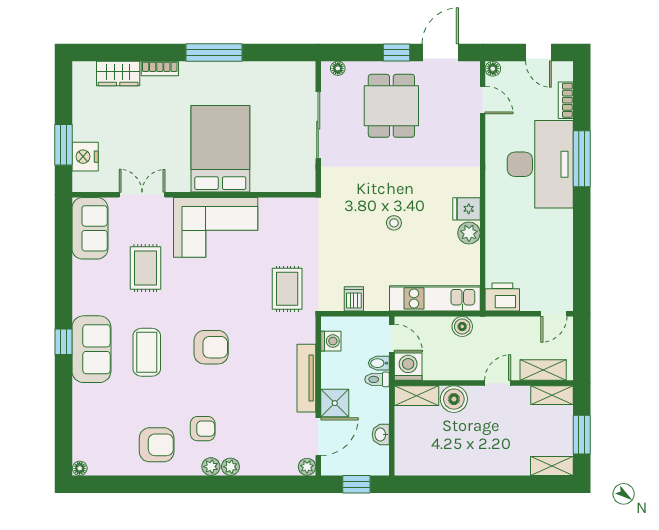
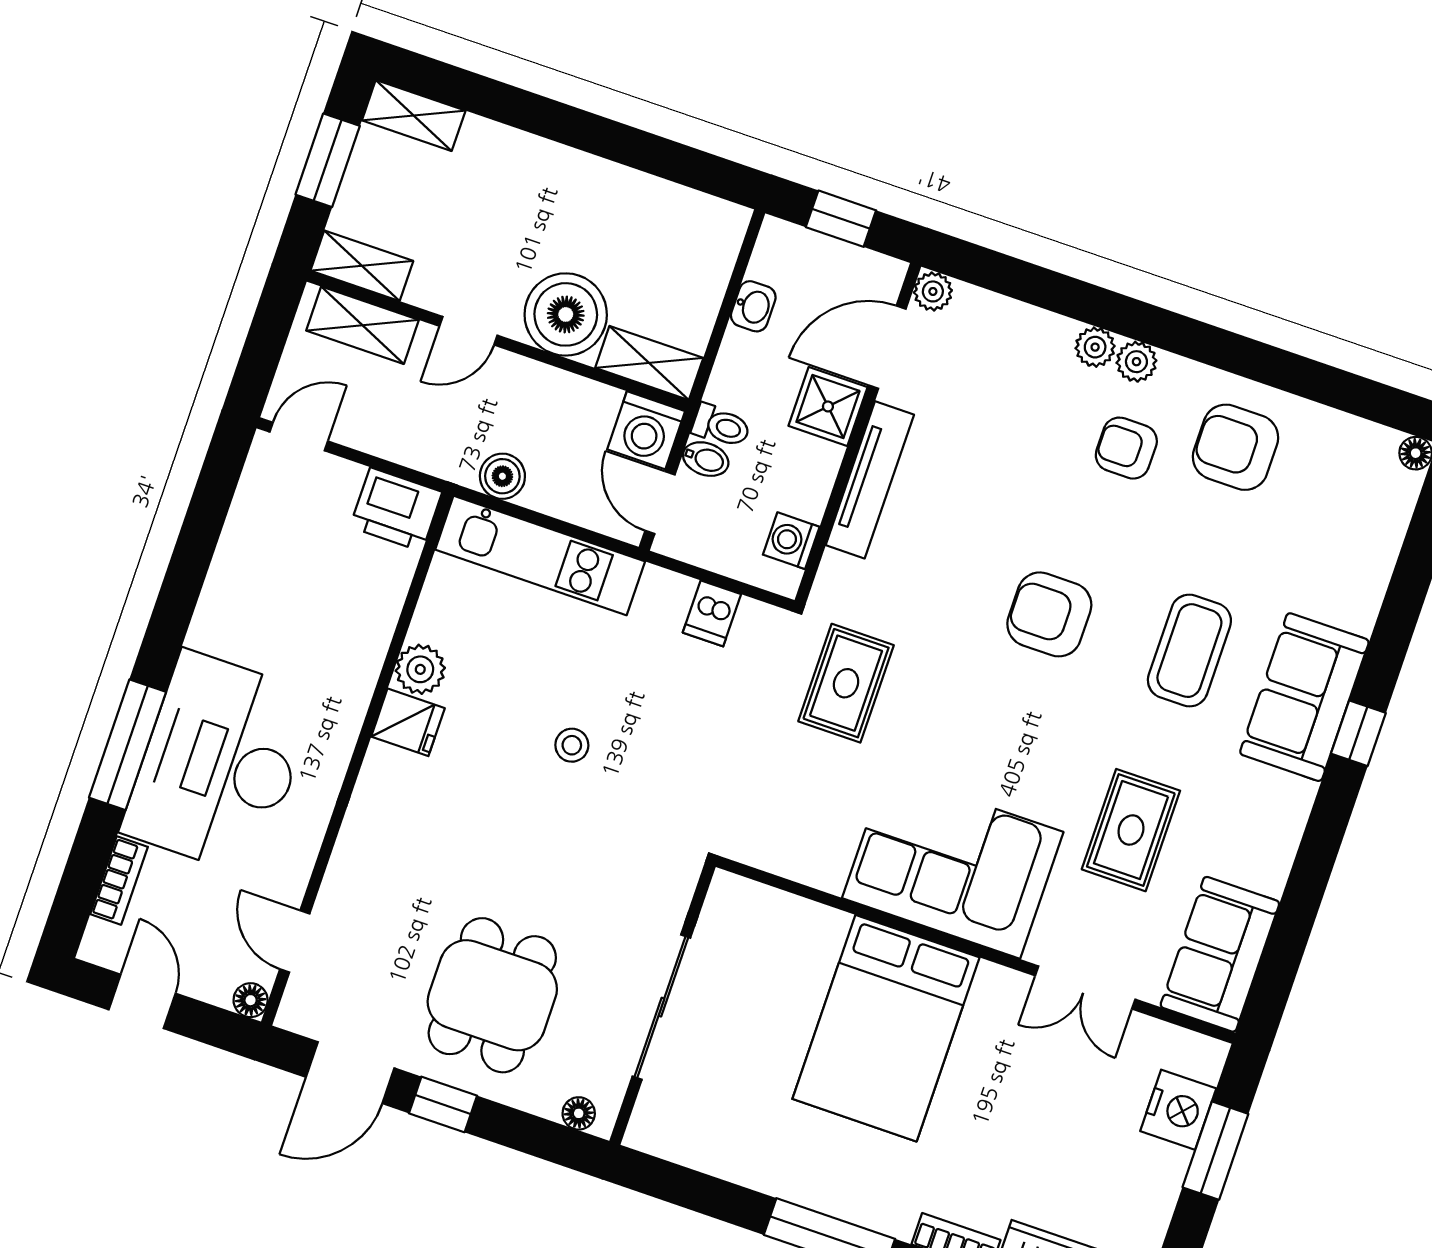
boiler: (454, 399) -> (566, 314), width x1.37, depth x1.37

